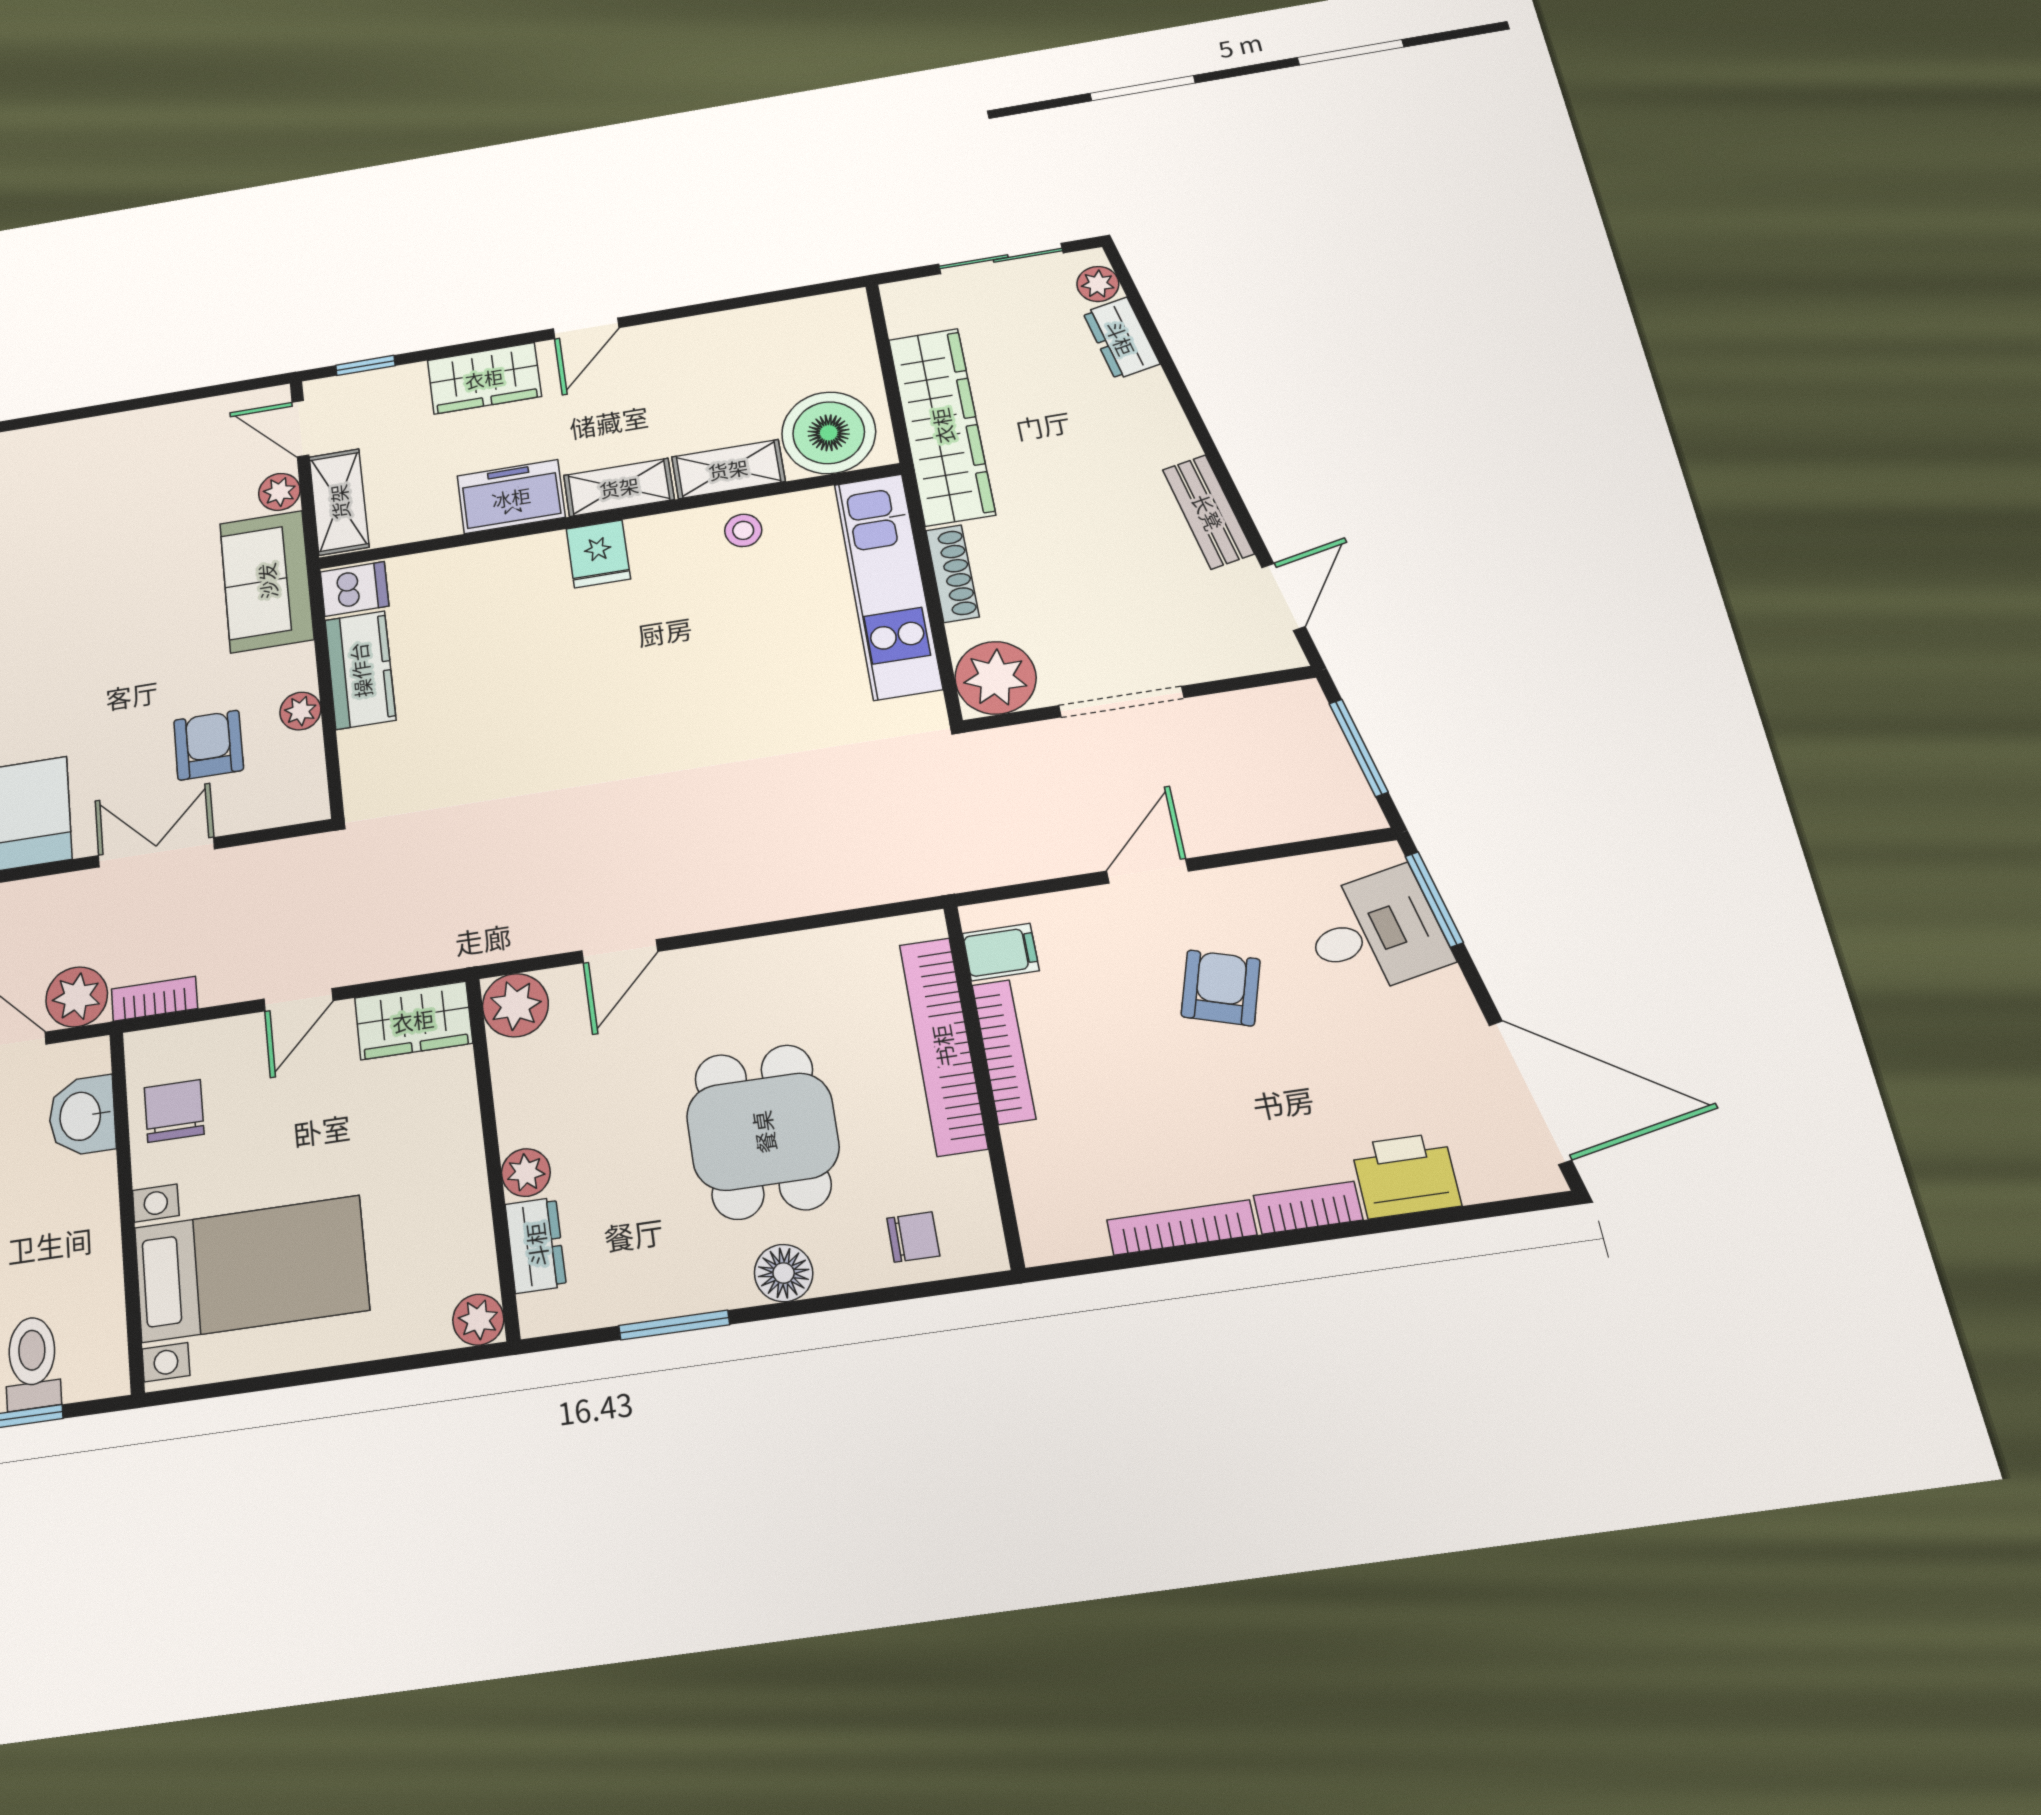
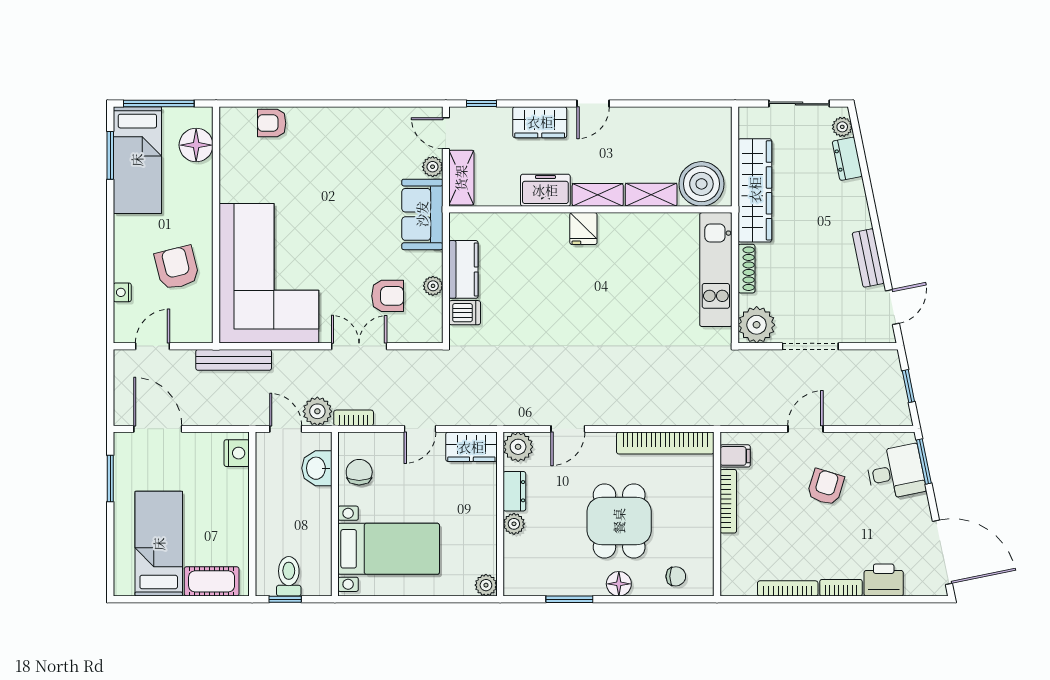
stool: (743, 530) -> (653, 229), removed
dishwasher: (355, 589) -> (465, 313), moved
armchair: (209, 745) -> (388, 296), turned 90
window: (1359, 748) -> (908, 386), width x0.67
bookcase: (943, 1046) -> (665, 443), moved, turned -90
dresser: (536, 1245) -> (514, 491), moved

